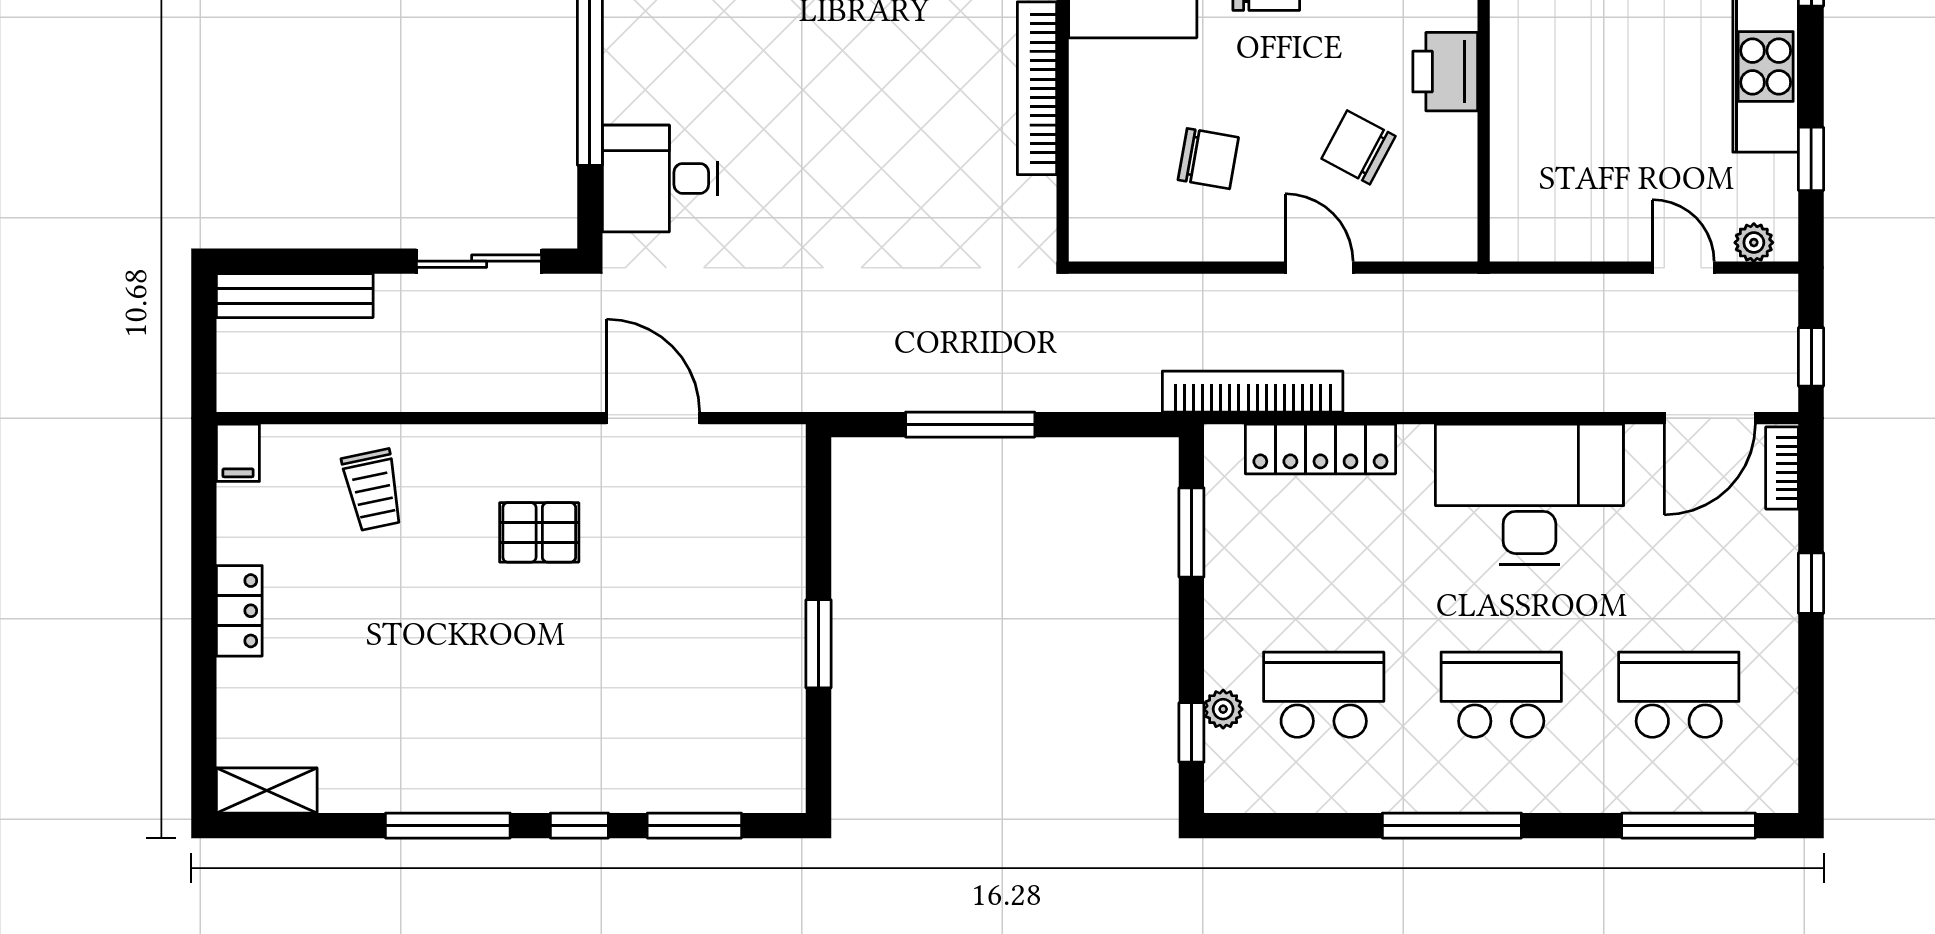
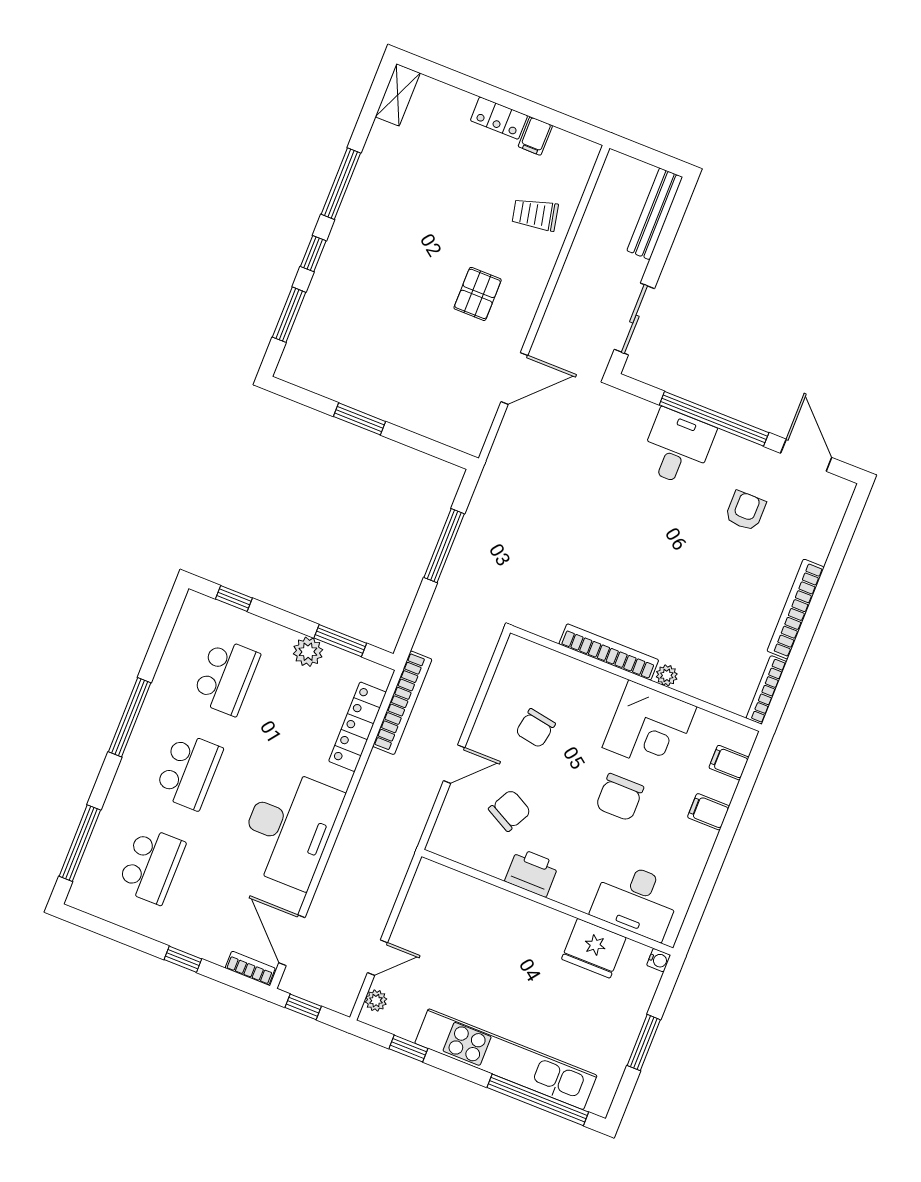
desk: (660, 178) -> (677, 447), moved
filing cabinet: (238, 453) -> (535, 136), moved, turned -90
plant: (1223, 709) -> (308, 652), moved, width x1.38, depth x1.38

